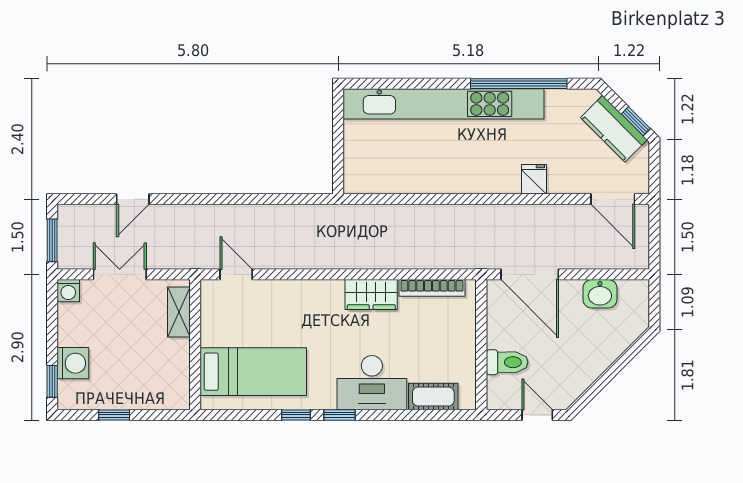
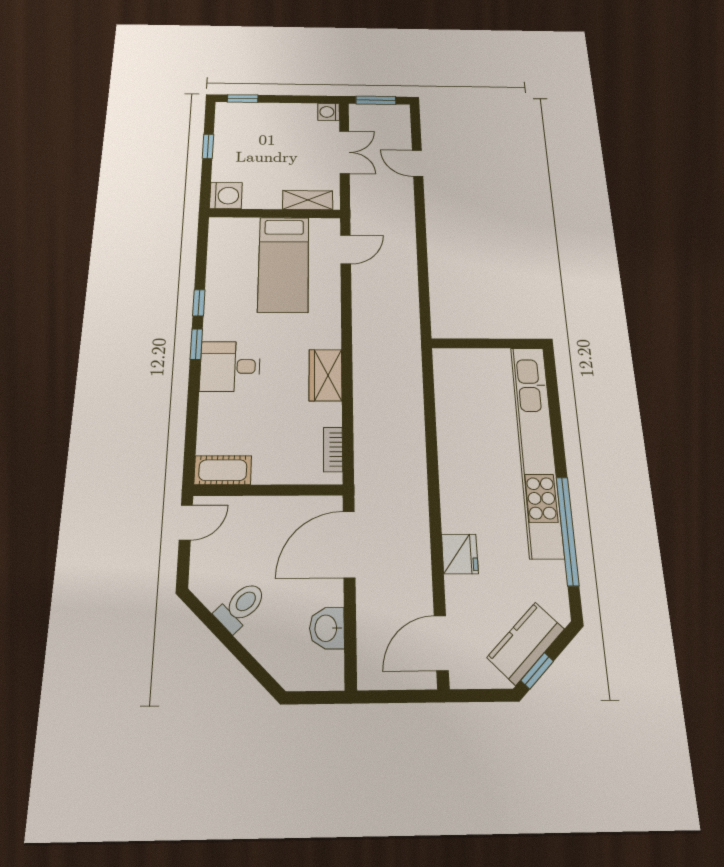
fridge: (534, 179) -> (460, 554), width x1.38
bookcase: (432, 288) -> (333, 450), width x0.64
toilet: (507, 362) -> (241, 606), moved, turned -135
washing machine: (73, 363) -> (226, 196), moved, turned -90
bed: (253, 372) -> (284, 264), moved
desk: (372, 383) -> (230, 366), width x0.73
cot: (433, 397) -> (223, 470), moved, turned 90
door: (537, 415) -> (186, 523), moved

